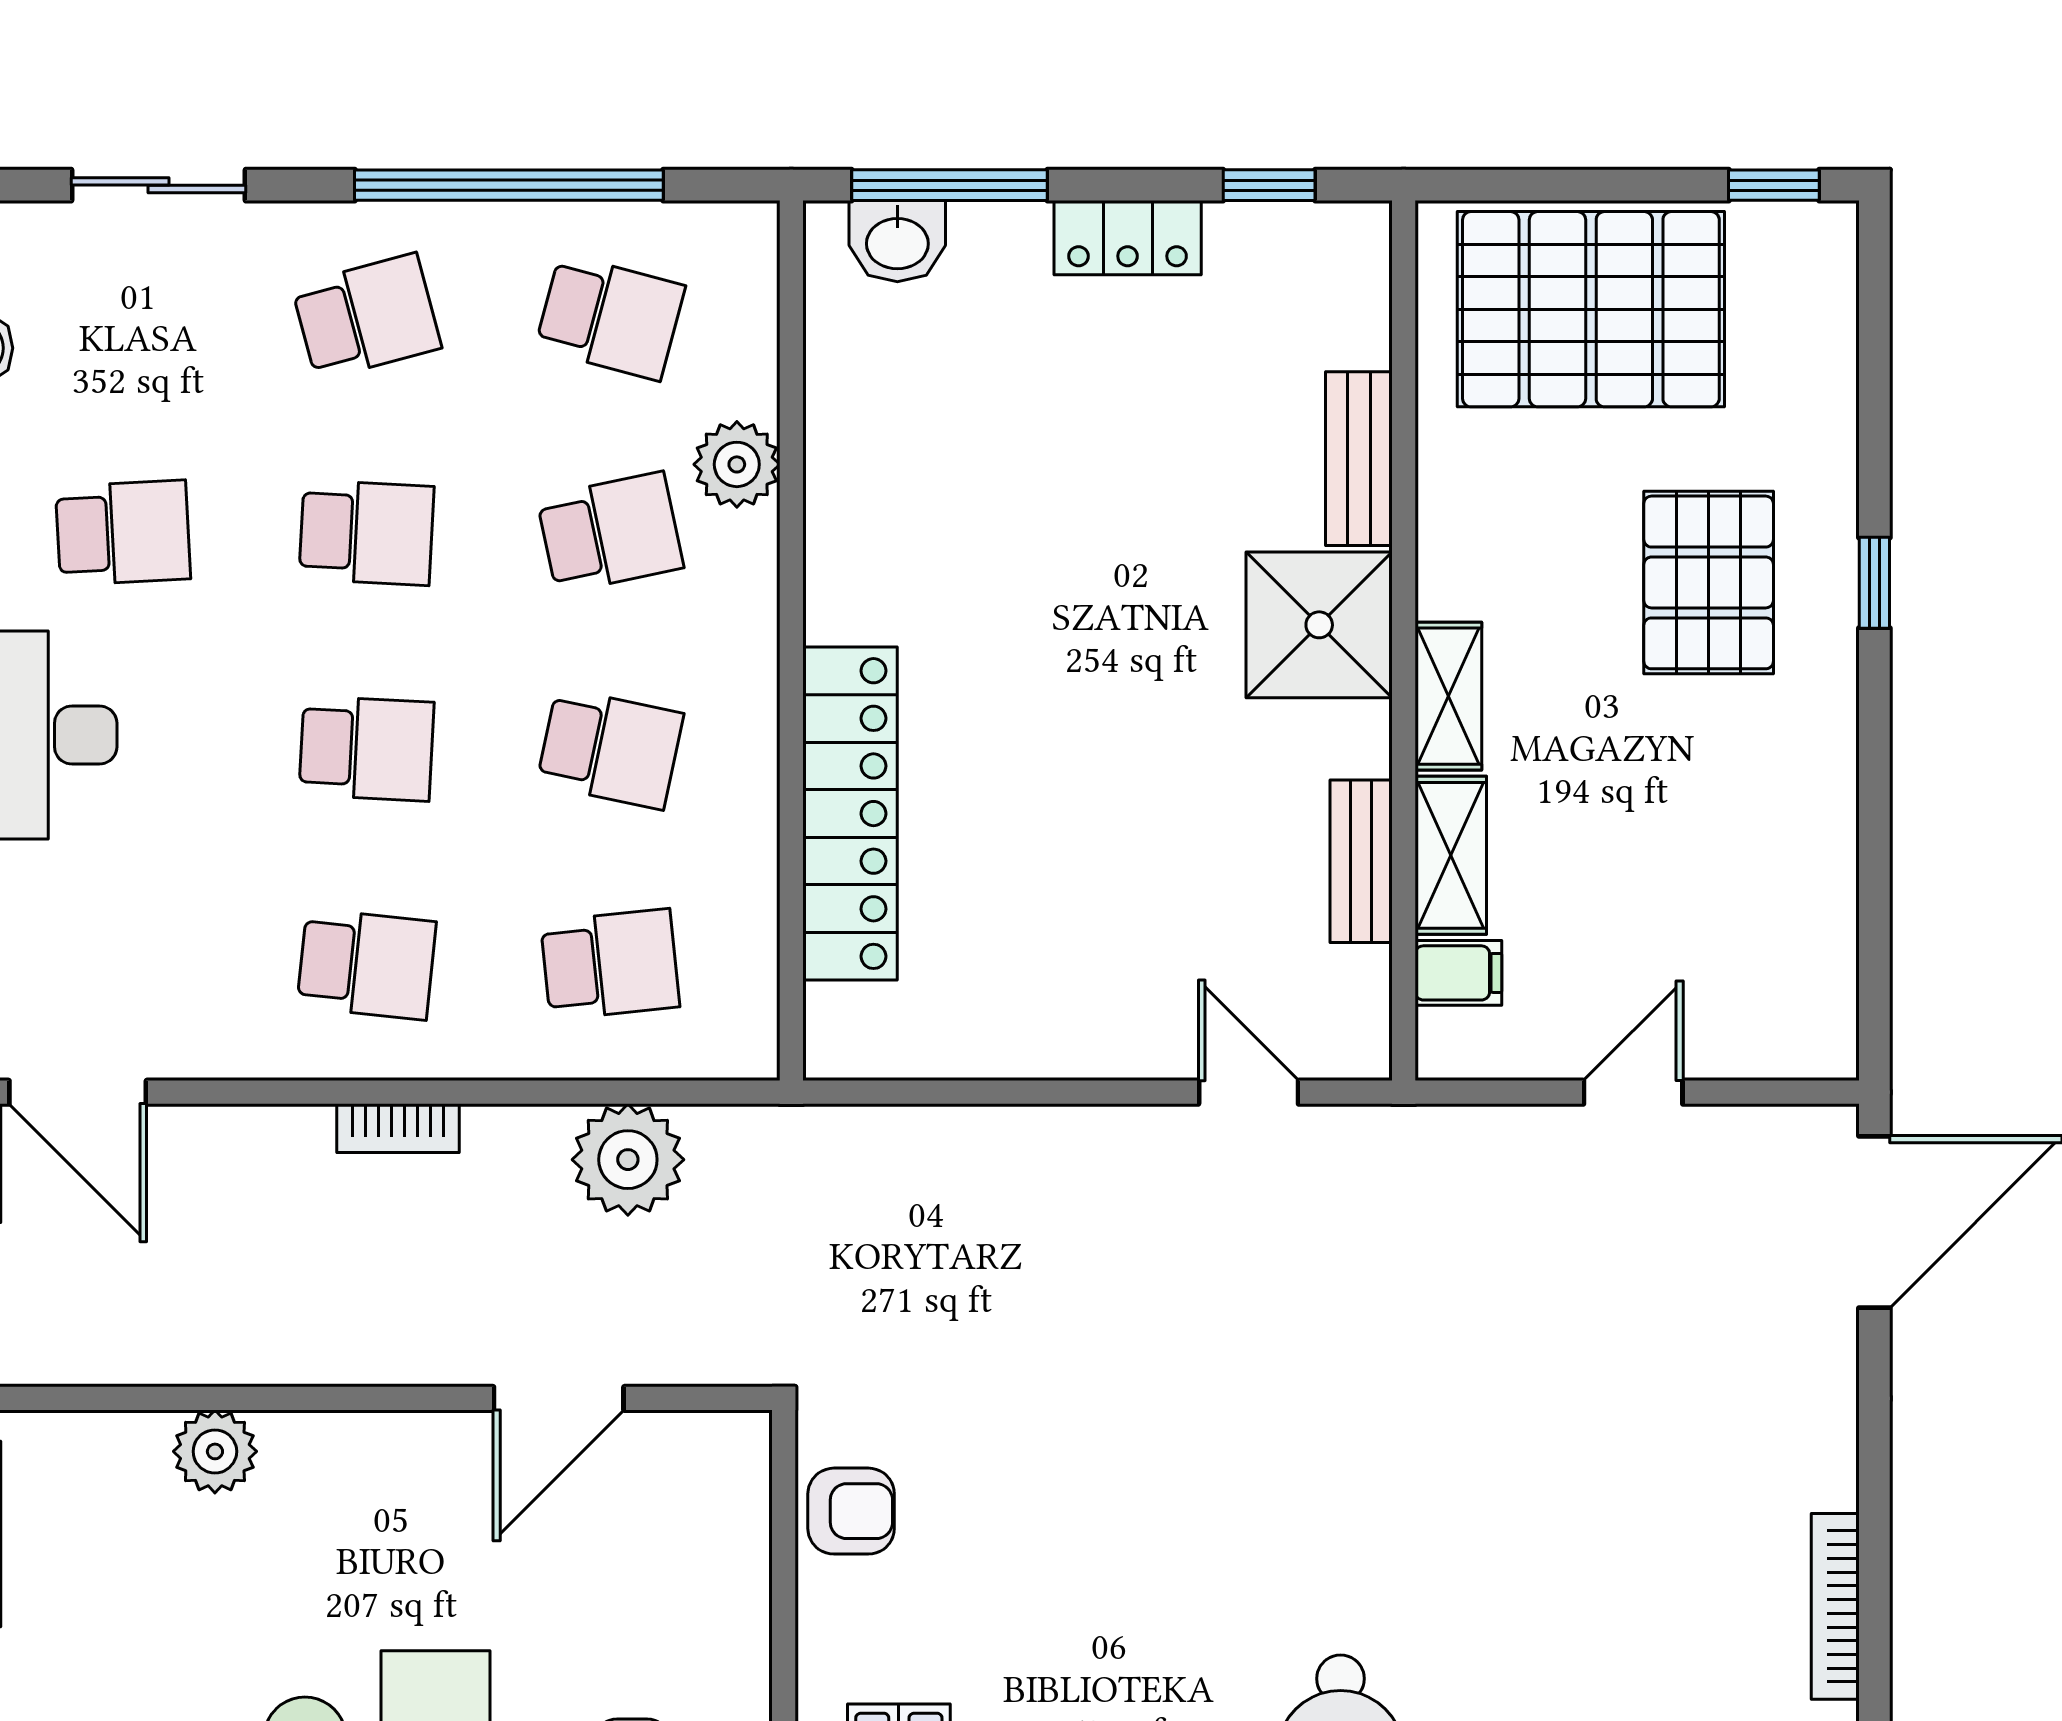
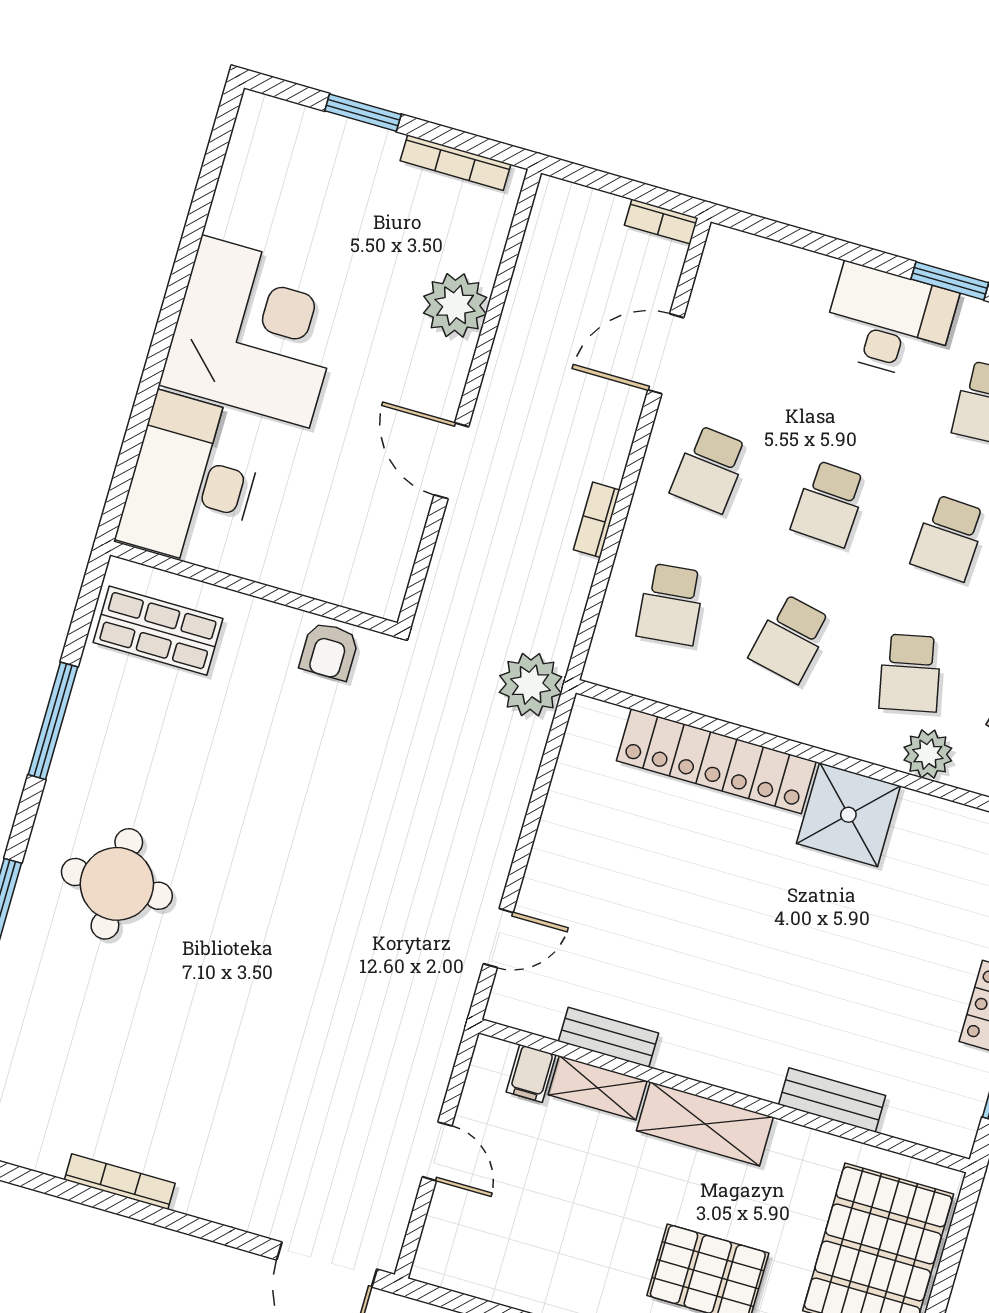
shower: (1319, 625) -> (848, 815), moved
shelving: (1448, 696) -> (705, 1124), width x1.50, depth x1.33
door: (78, 1092) -> (666, 354), moved
bookcase: (398, 1128) -> (597, 520), moved
plant: (628, 1160) -> (531, 685), moved
door: (559, 1398) -> (451, 461), moved
plant: (215, 1451) -> (455, 305), width x1.36, depth x1.36

